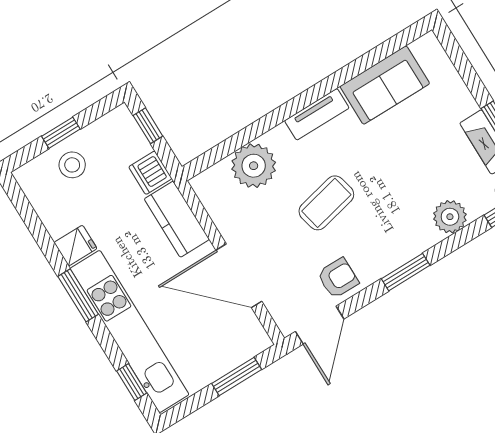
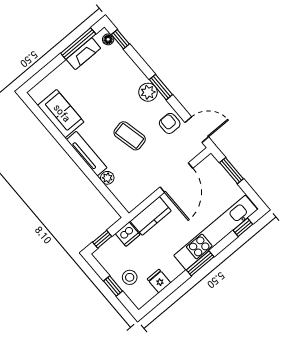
tv unit: (317, 114) -> (87, 154), width x1.41
plant: (254, 166) -> (107, 178), width x0.53, depth x0.53
plant: (450, 217) -> (148, 92), moved
fridge: (76, 246) -> (159, 281), moved

